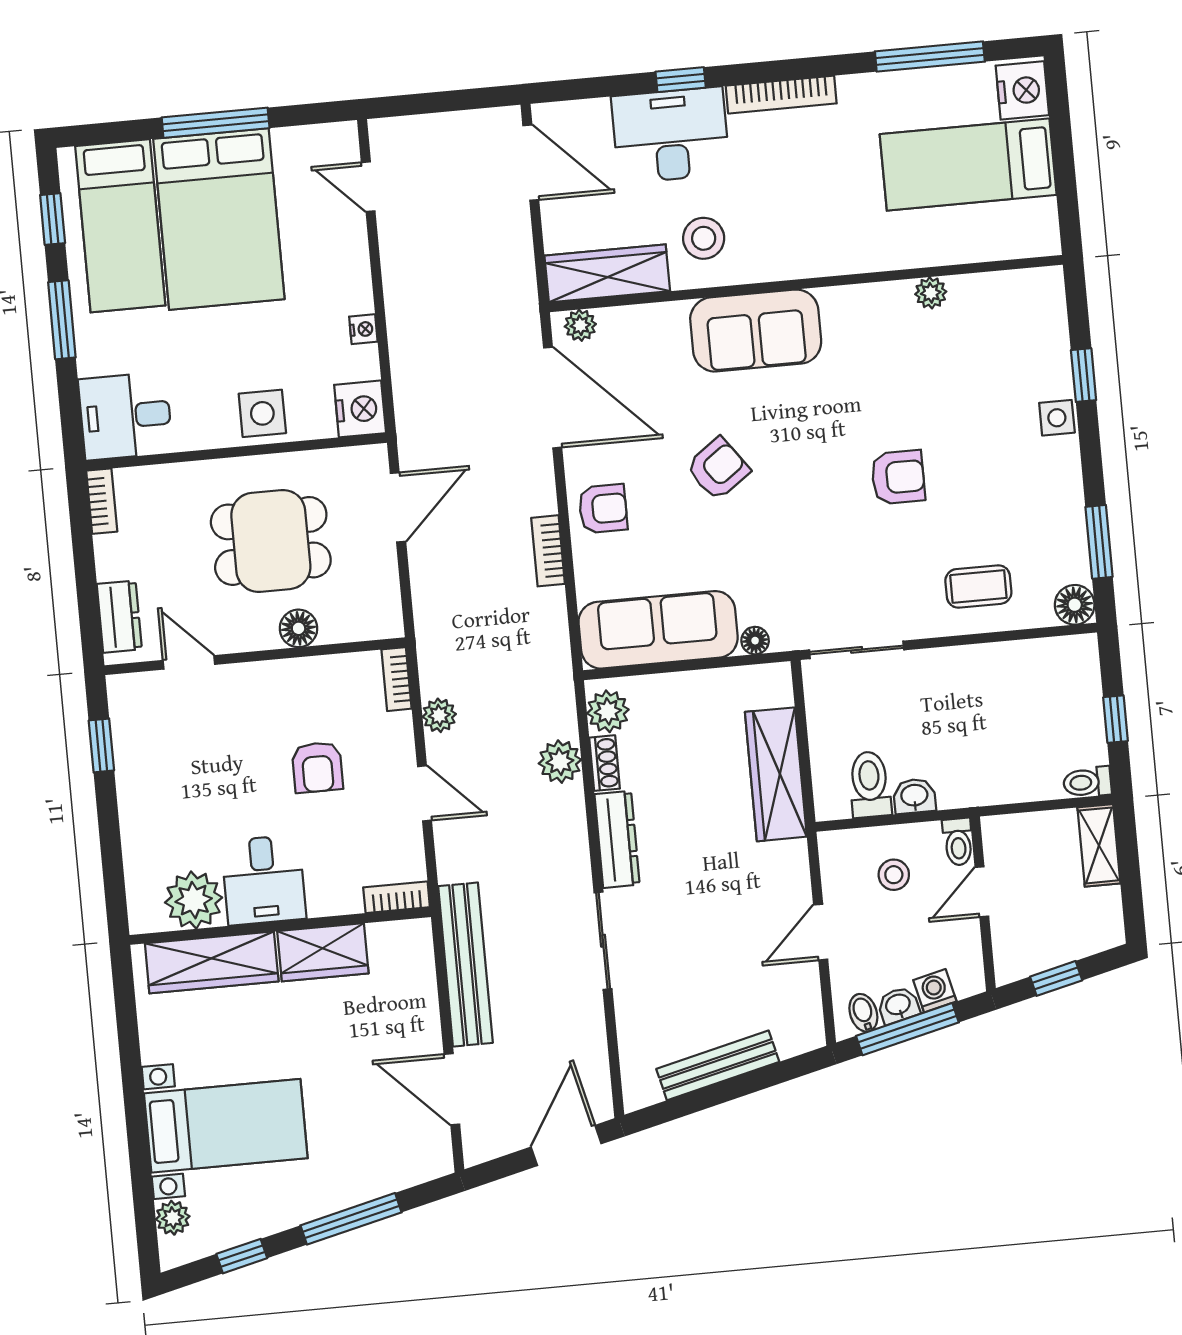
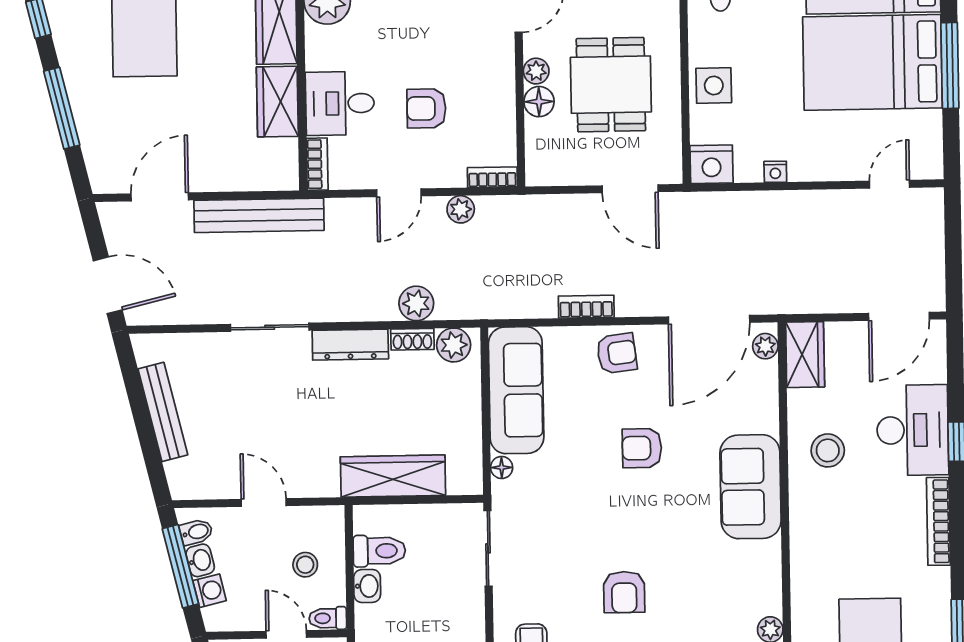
wardrobe: (607, 273) -> (805, 355), width x0.67
armchair: (718, 469) -> (642, 448), turned 126
armchair: (603, 509) -> (617, 353), turned -97
plant: (261, 635) -> (536, 71), added
desk: (264, 880) -> (340, 103), moved

